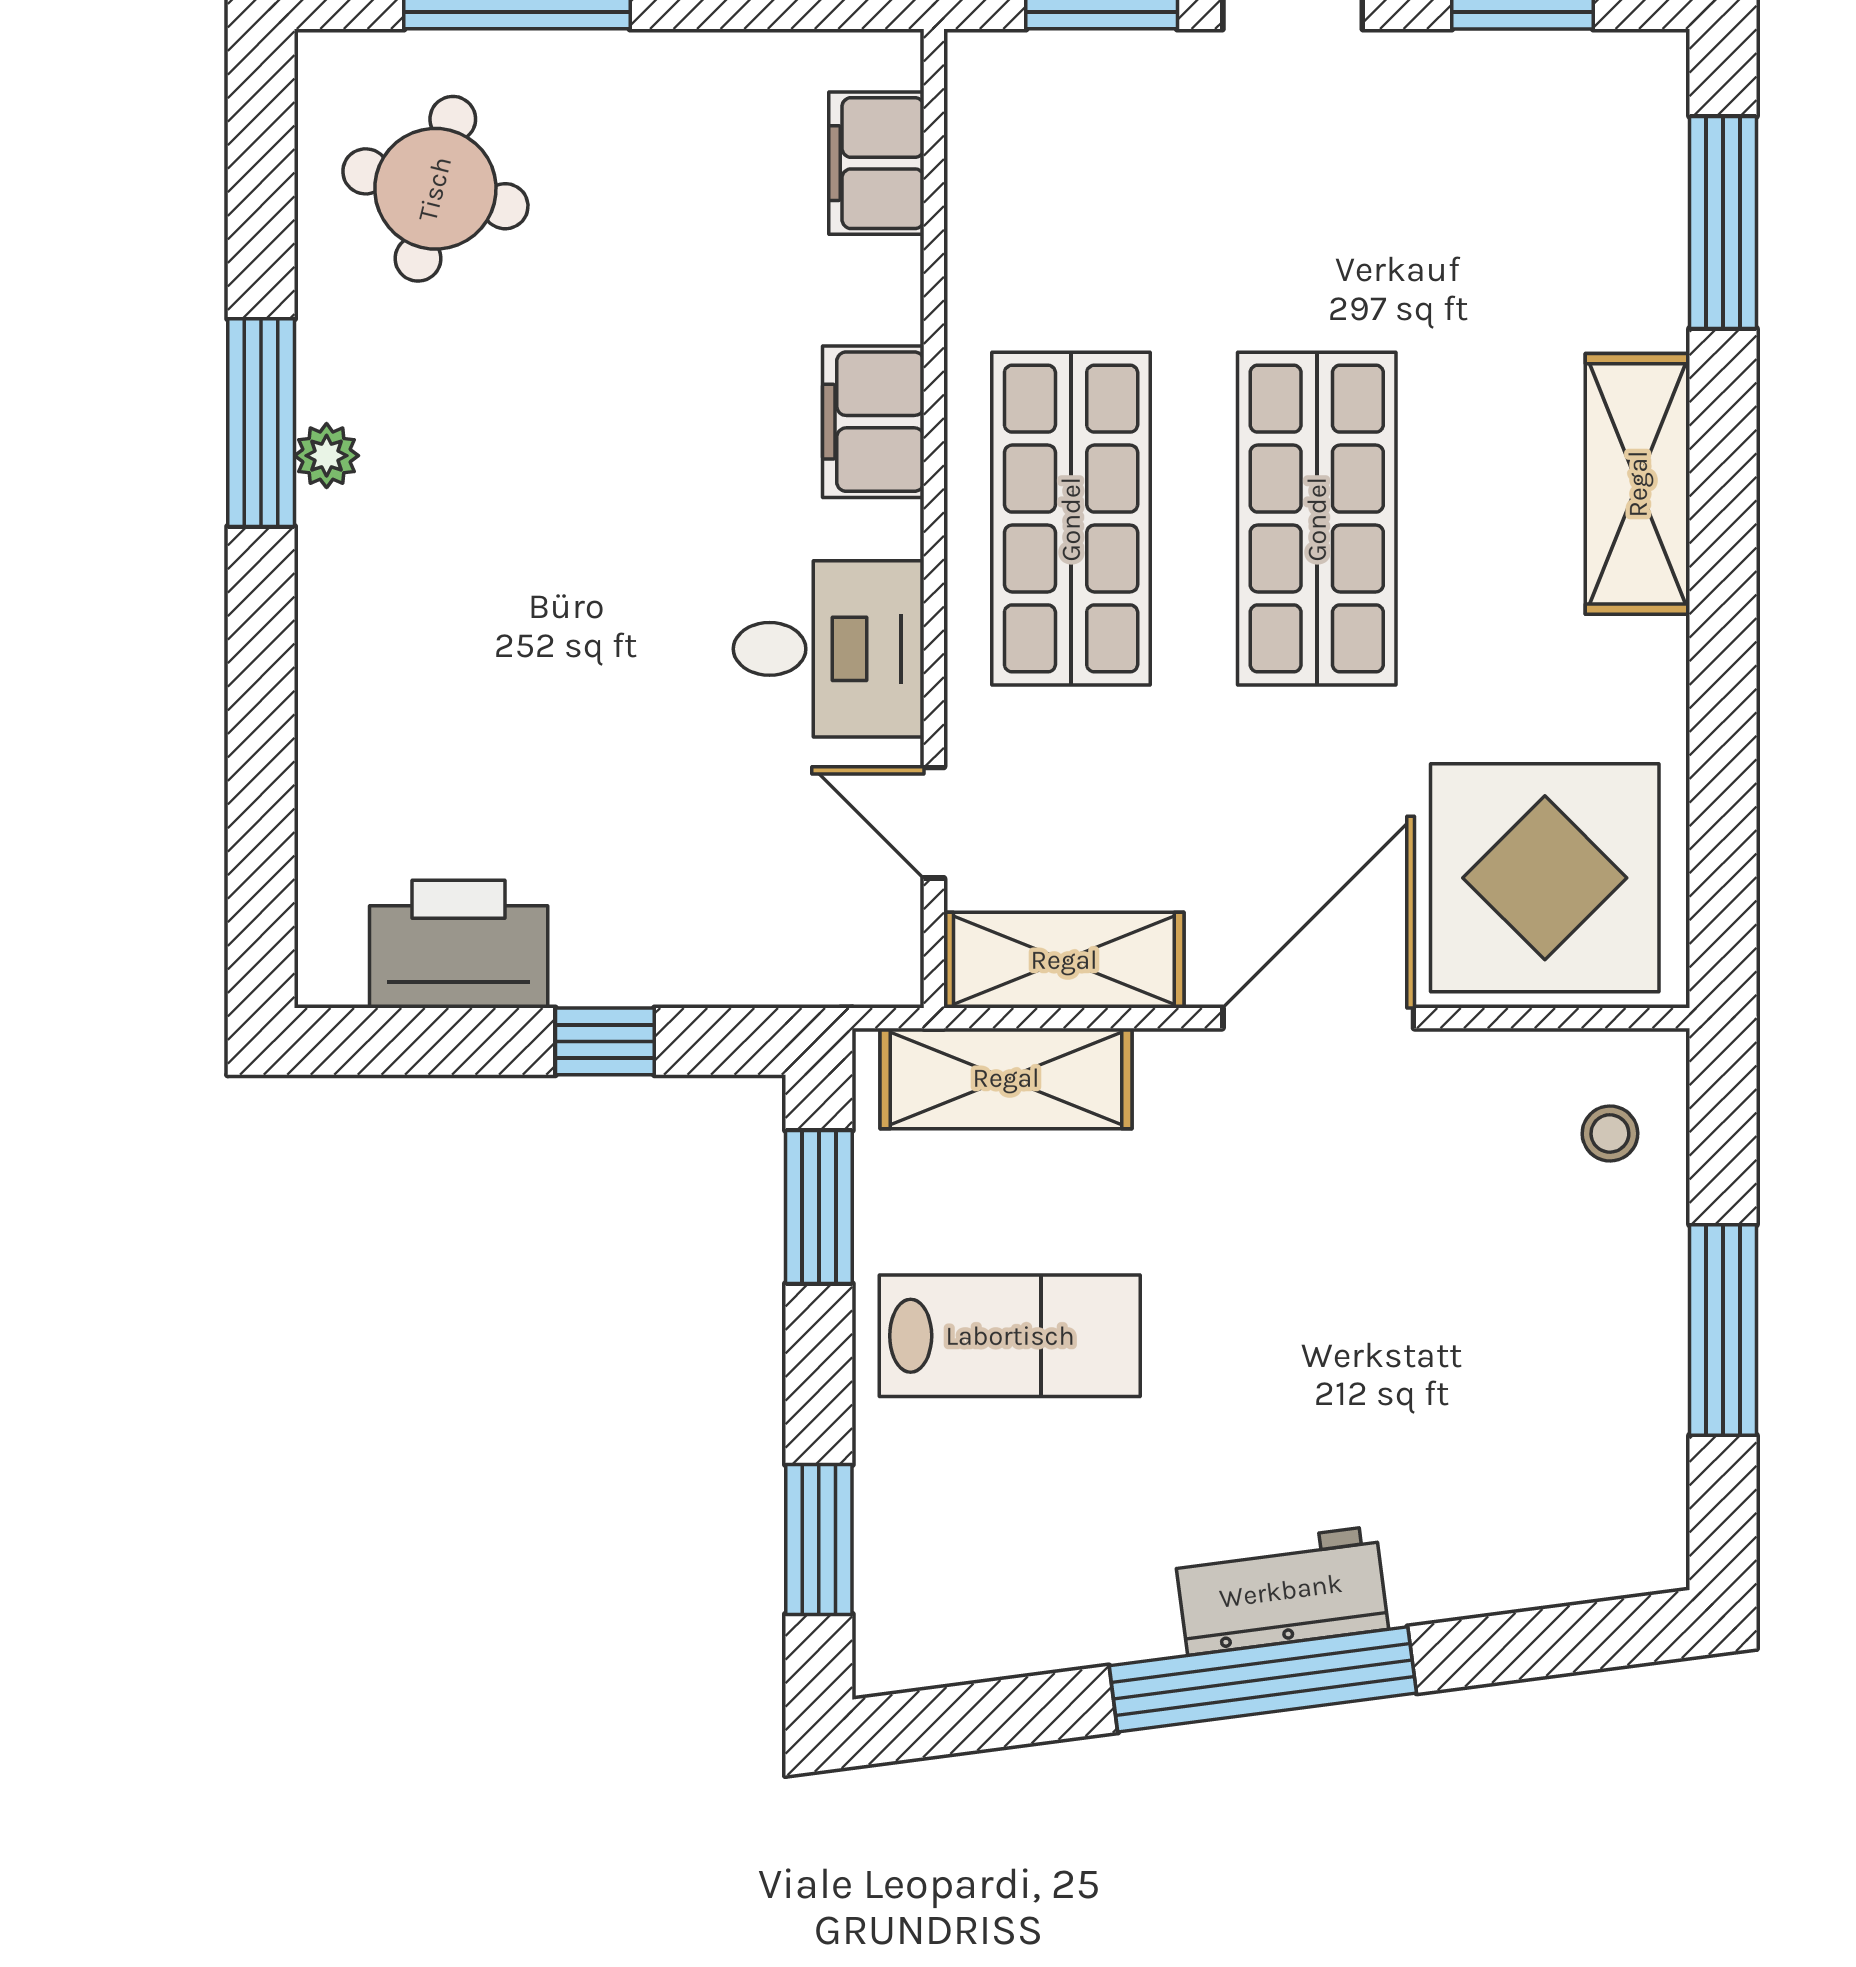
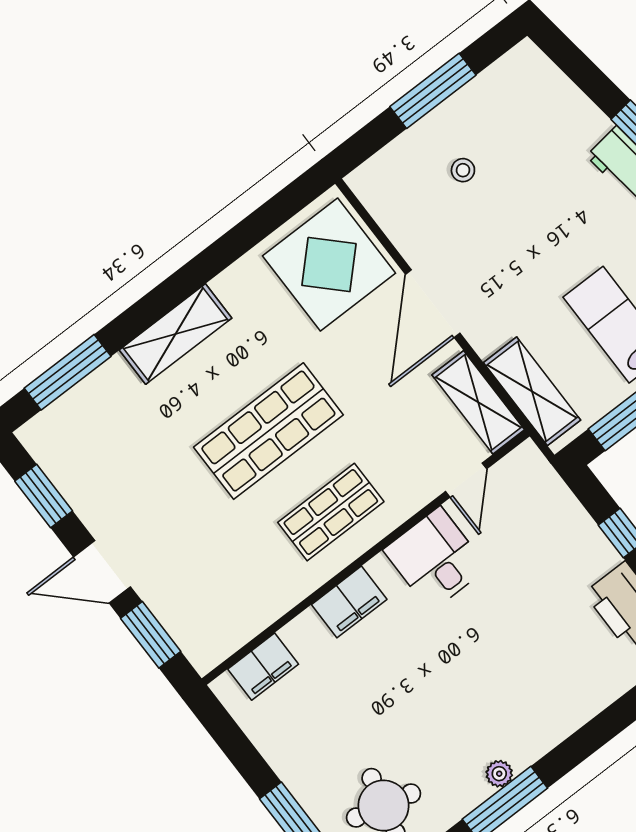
shop shelf: (1071, 519) -> (331, 512), width x0.70, depth x0.74
door: (1318, 1018) -> (433, 304), hinge flipped
stool: (1610, 1133) -> (463, 170), moved

